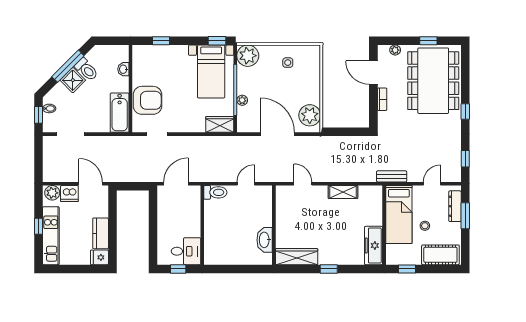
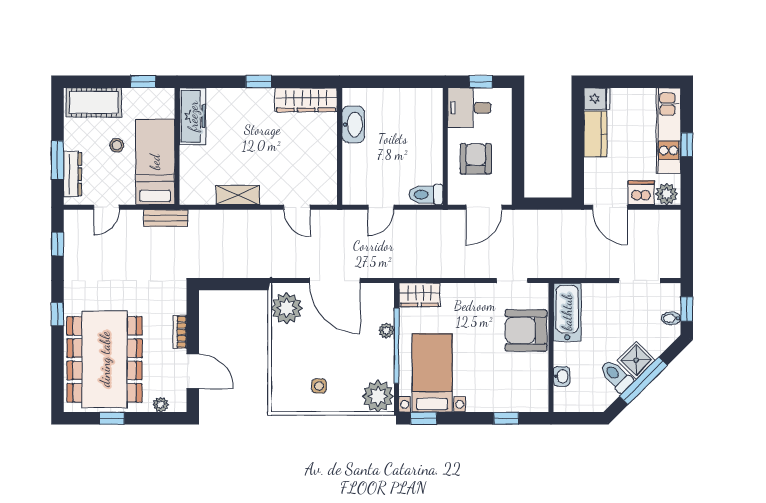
armchair: (182, 217) -> (476, 159), added

